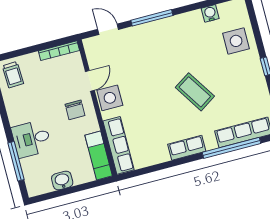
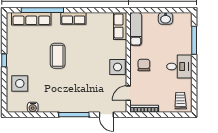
door: (90, 81) -> (128, 93), moved
coffee table: (195, 92) -> (58, 56), turned 33
desk: (31, 139) -> (179, 66), moved
row of seats: (119, 145) -> (120, 26), width x0.68

